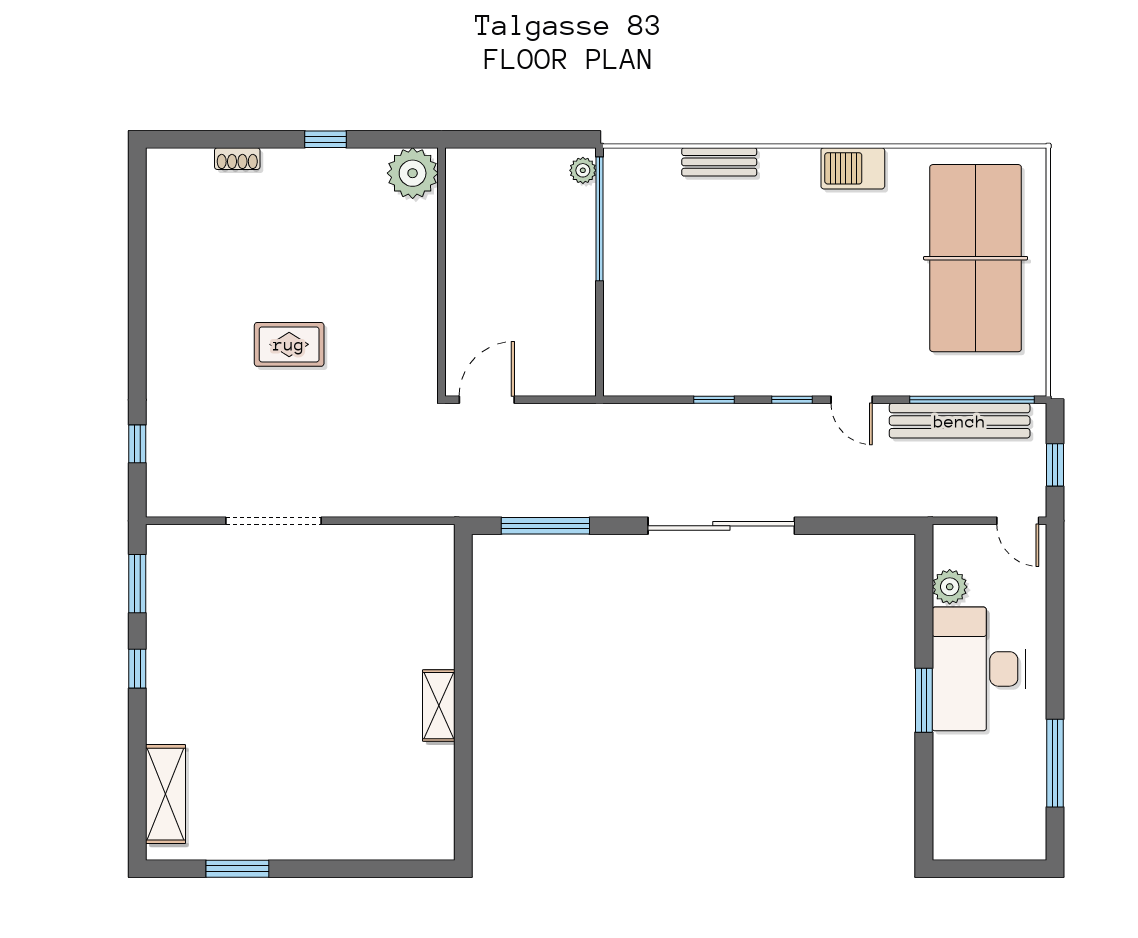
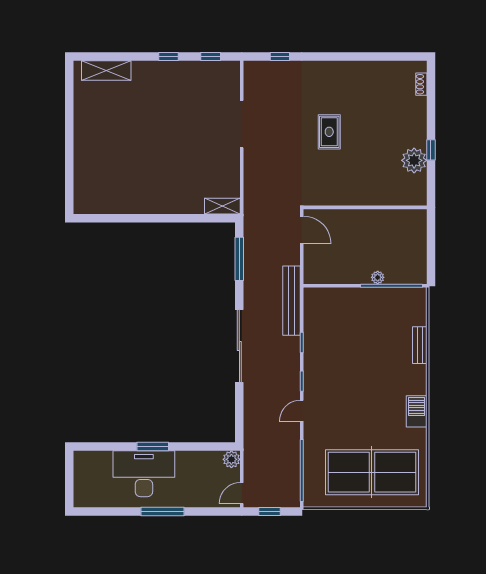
shoe rack: (237, 159) -> (421, 84), moved
plant: (583, 170) -> (378, 277), moved
plant: (413, 173) -> (414, 160), moved
bench: (960, 421) -> (291, 301), moved
window: (137, 584) -> (211, 57), width x0.67
plant: (950, 587) -> (231, 459), moved
desk: (979, 669) -> (144, 474), moved
shelving: (439, 706) -> (222, 206), moved
window: (1055, 763) -> (162, 512), moved
window: (237, 869) -> (69, 106), removed

